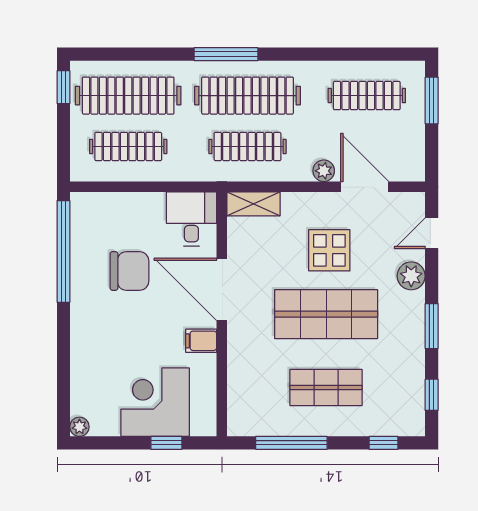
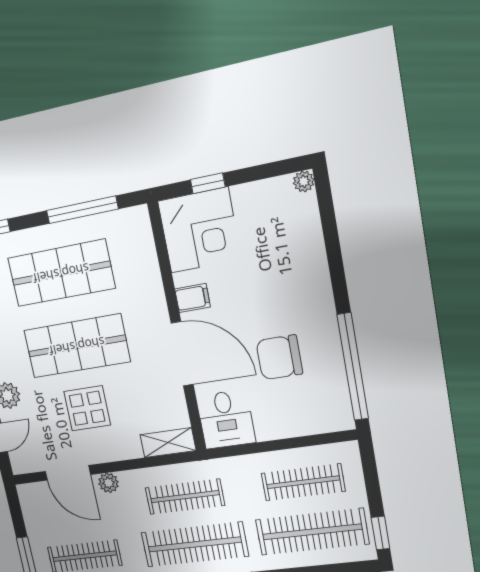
shop shelf: (326, 387) -> (61, 273), width x1.43, depth x1.36
corner desk: (155, 402) -> (199, 230), moved

